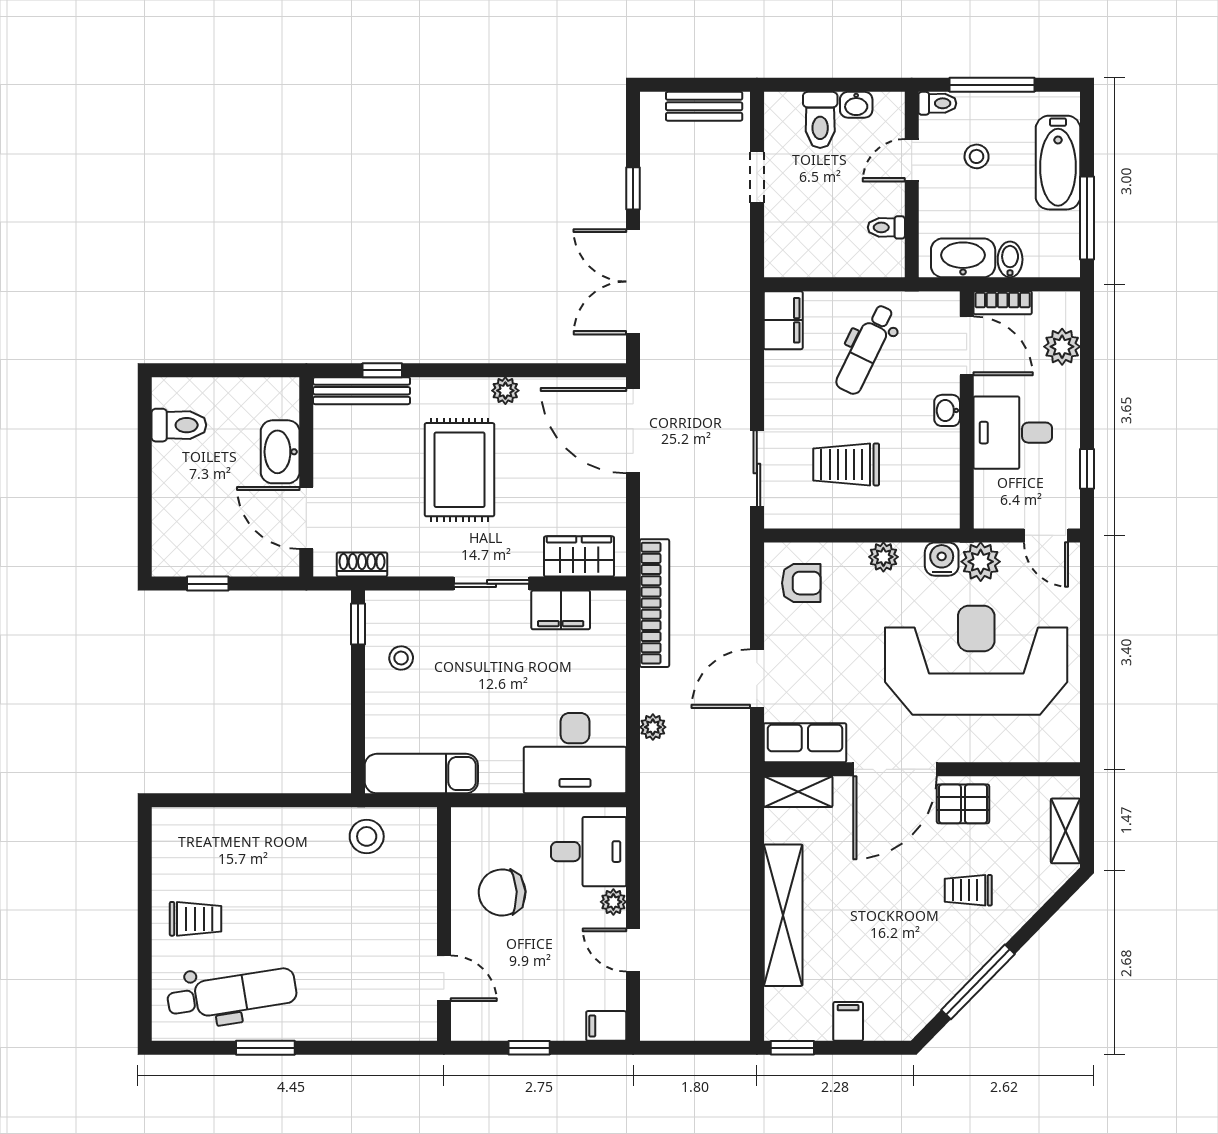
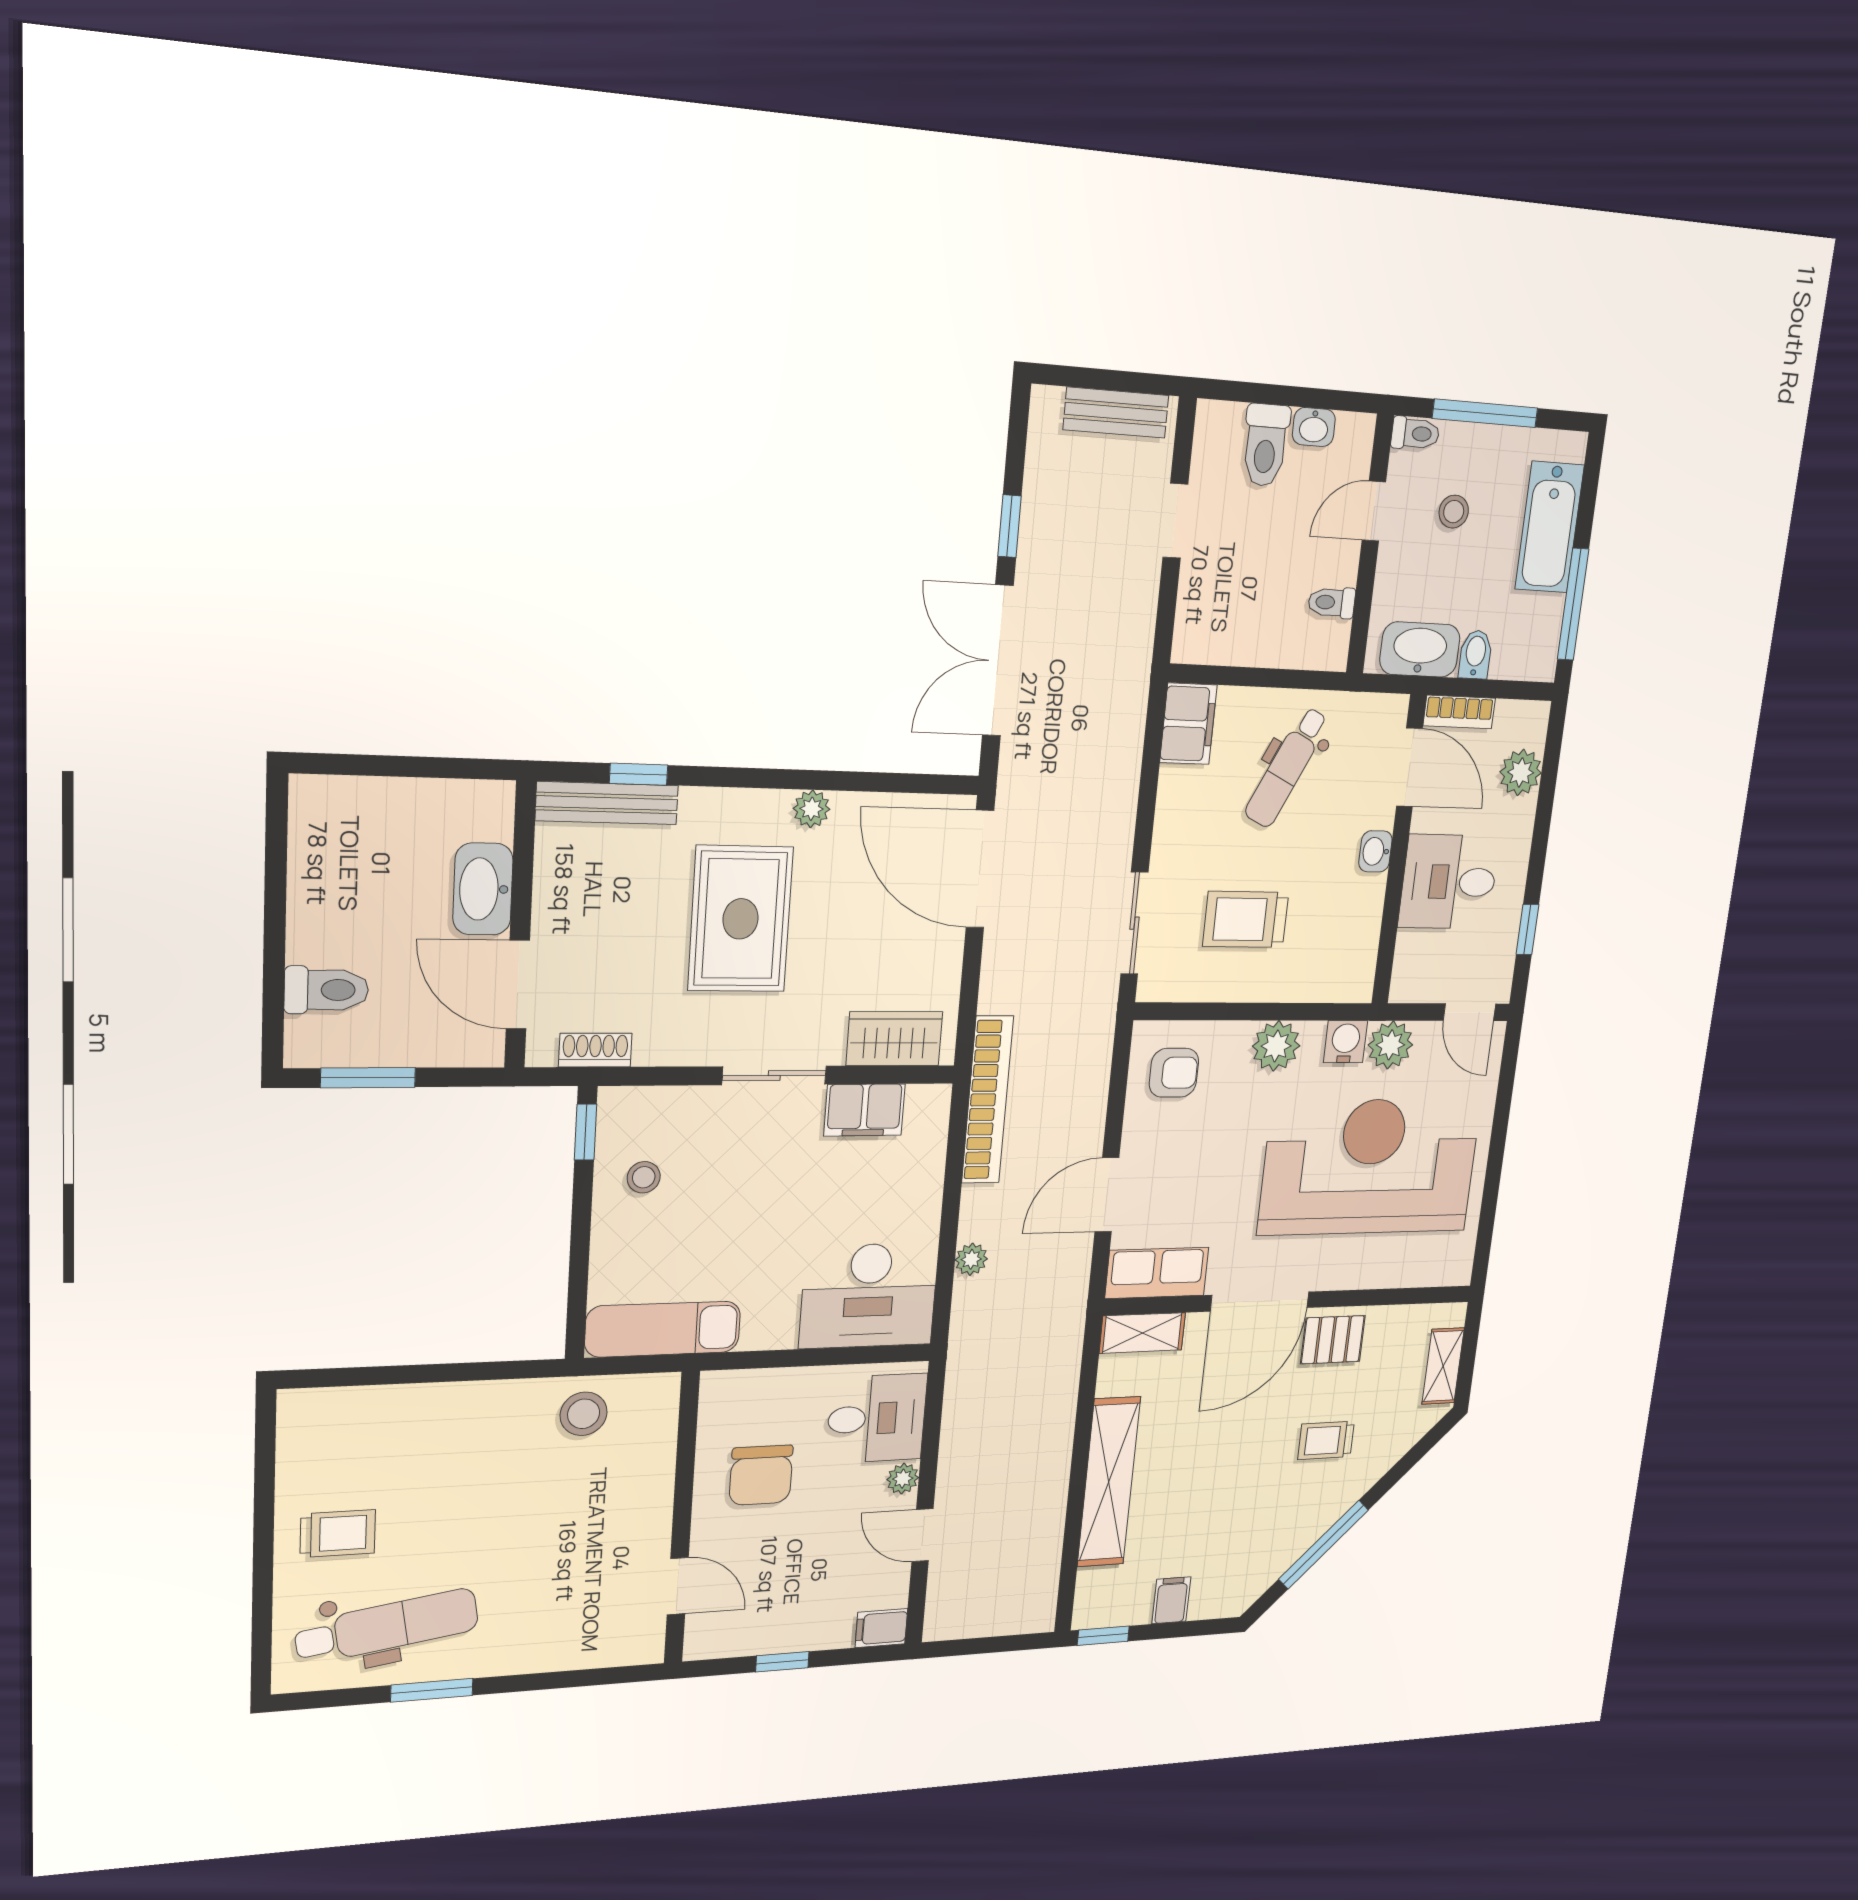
toilet: (179, 425) -> (326, 990), moved
plant: (883, 557) -> (1276, 1046), width x1.38, depth x1.38
window: (208, 584) -> (368, 1078), width x1.50
chair: (502, 893) -> (761, 1475), turned -87

